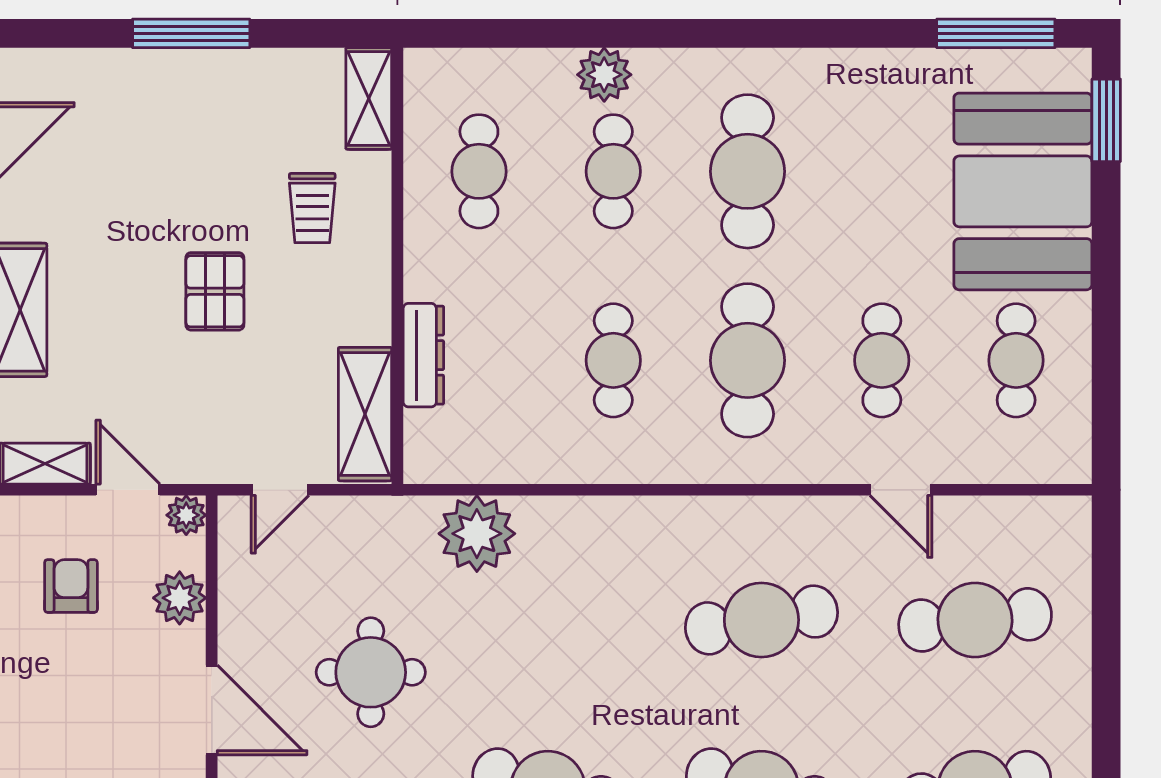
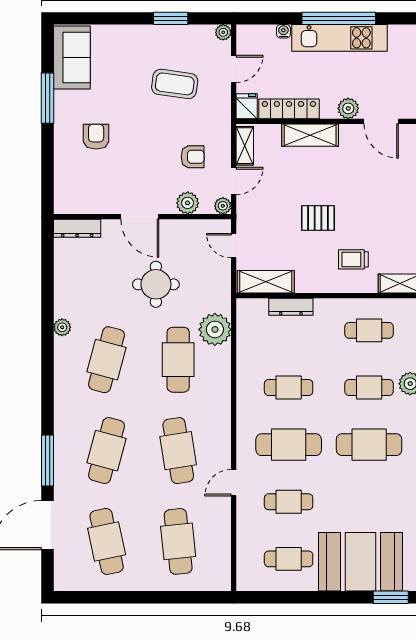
door: (901, 490) -> (234, 483), moved
cafe table: (548, 620) -> (178, 360), added
door: (212, 710) -> (140, 217), hinge flipped

